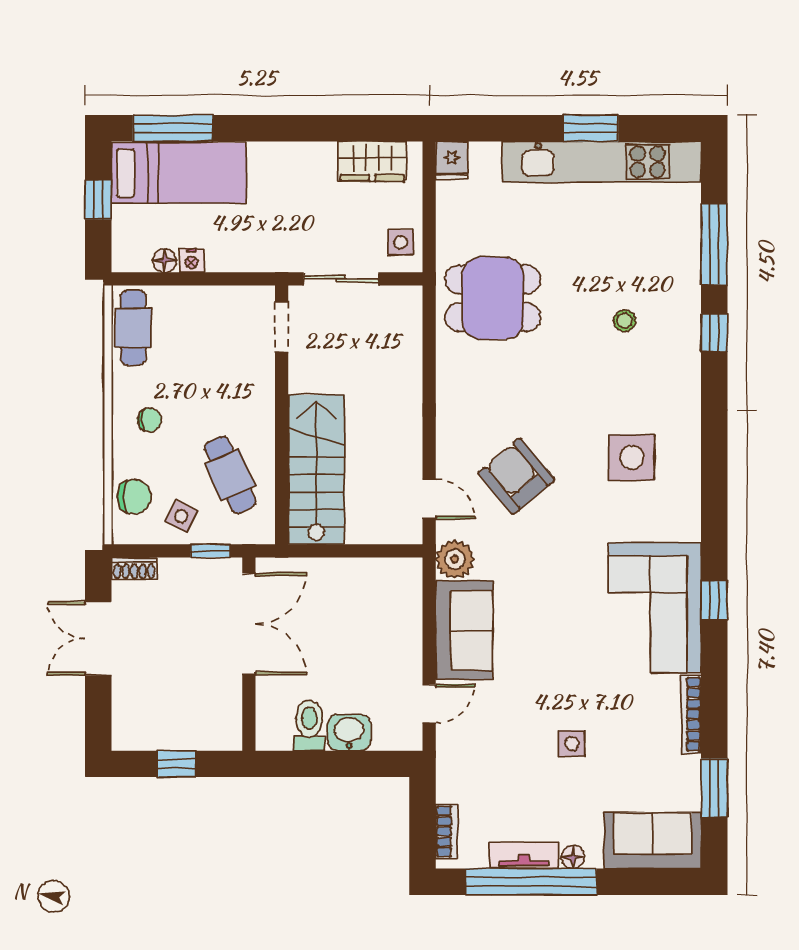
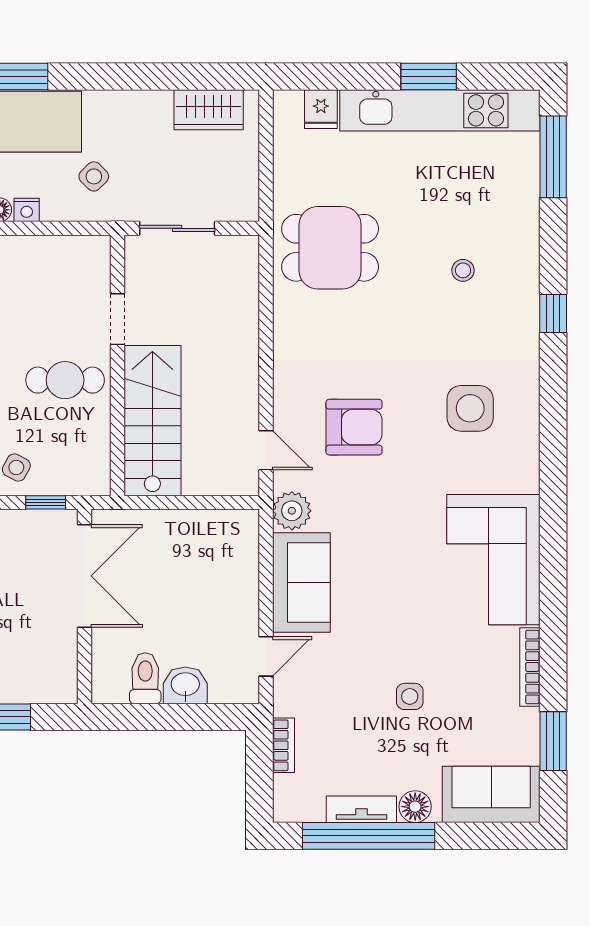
fridge: (452, 161) -> (321, 109), moved
side table: (401, 242) -> (94, 176), moved, turned 45
window: (714, 244) -> (553, 157), moved
doorway: (282, 327) -> (117, 319), moved
window: (714, 333) -> (553, 314), moved
cafe table: (230, 475) -> (65, 380), moved, turned -66
armchair: (516, 476) -> (354, 427), turned 130
window: (714, 600) -> (553, 552), removed
bookcase: (447, 831) -> (284, 745), moved
floor lamp: (573, 857) -> (415, 807), width x1.37, depth x1.37

